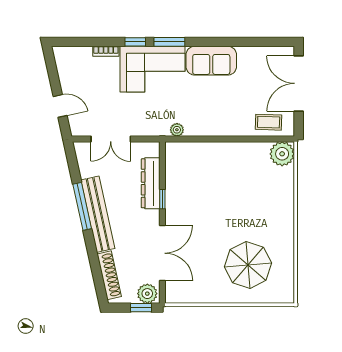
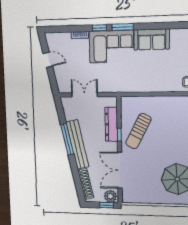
door: (60, 106) -> (48, 60), moved
plant: (177, 130) -> (128, 88), removed
double door: (111, 139) -> (85, 95), swing flipped
sun lounger: (191, 193) -> (138, 131), added
double door: (162, 253) -> (120, 170), swing flipped

